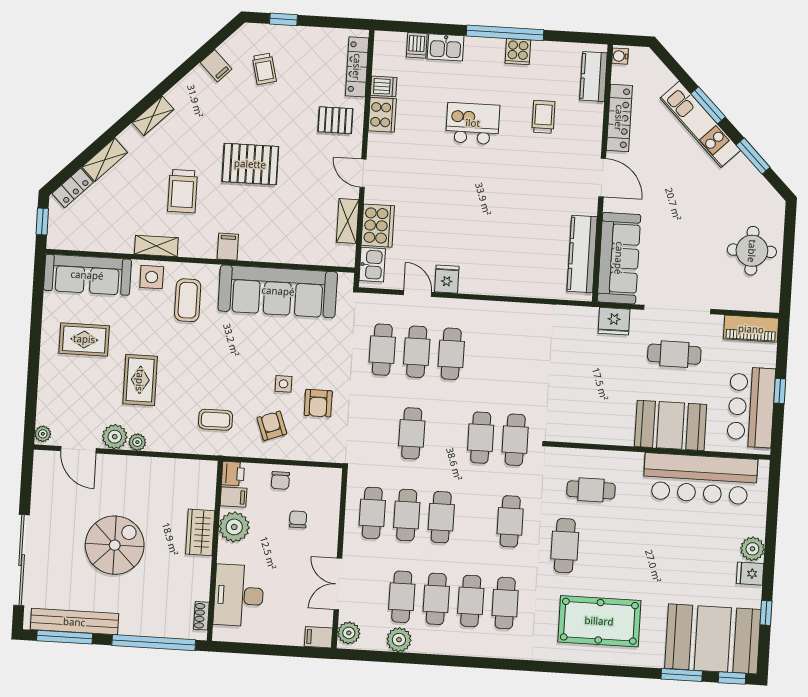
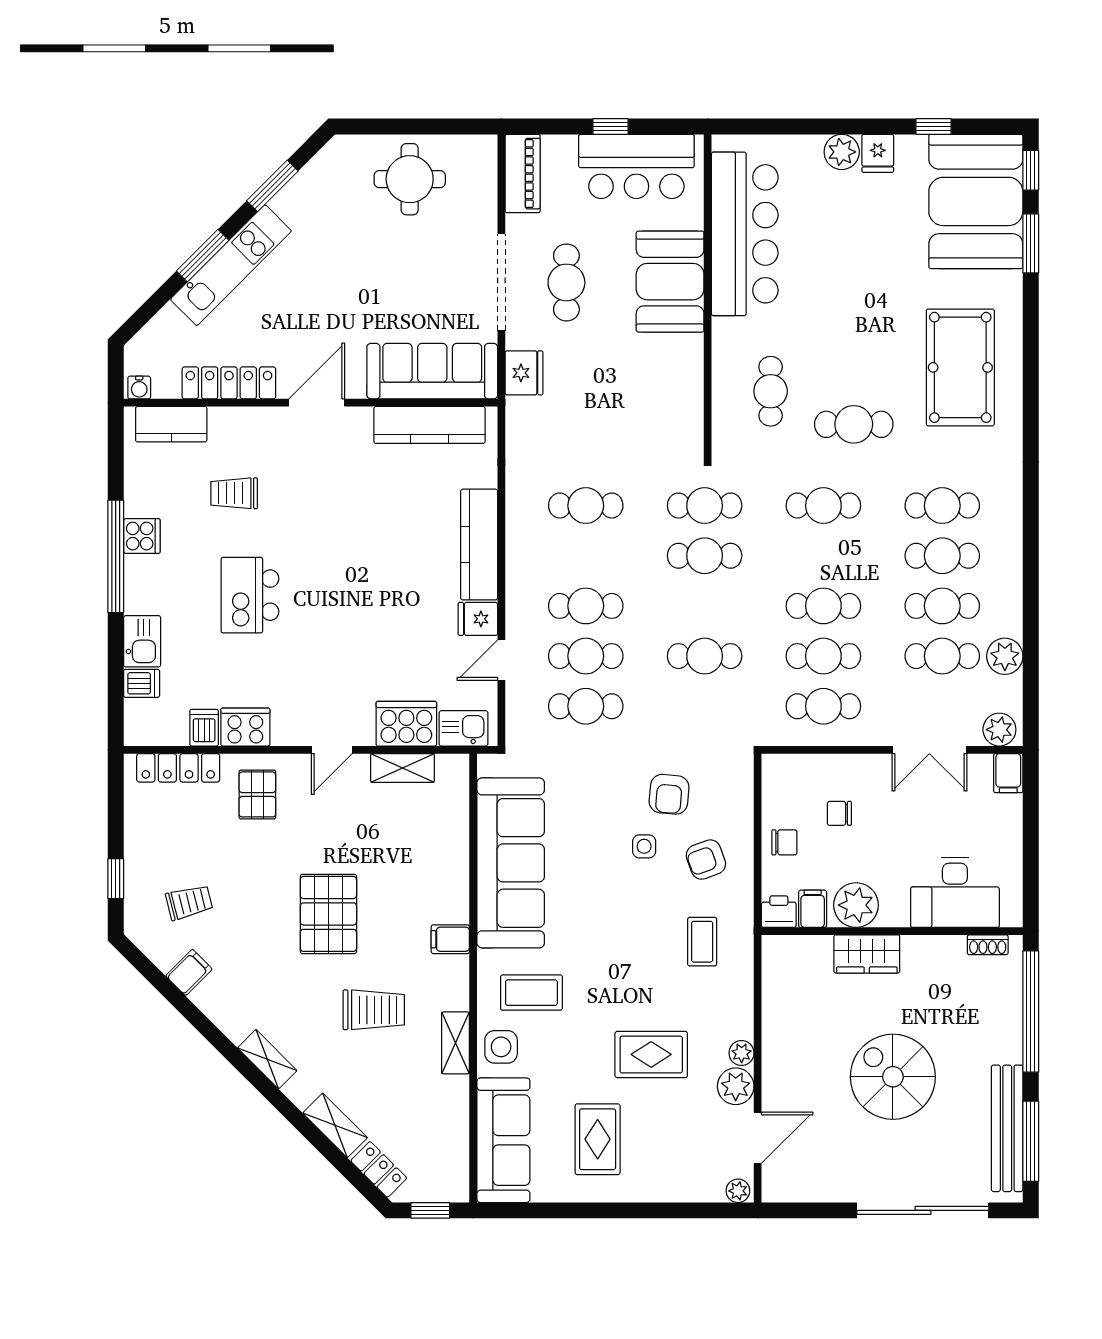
kitchen counter: (498, 283) -> (479, 545), added
cafe table: (520, 358) -> (586, 506), added
armchair: (318, 403) -> (669, 794), turned 95

